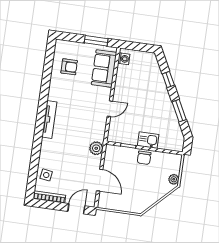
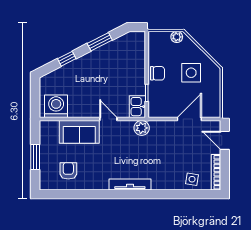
window: (96, 41) -> (35, 157), moved
washing machine: (124, 59) -> (56, 106), width x1.89, depth x1.89
sofa: (104, 69) -> (79, 132), moved
kitchen sink: (148, 140) -> (137, 107), moved
plant: (96, 148) -> (142, 128), moved
side table: (140, 188) -> (191, 73), added

